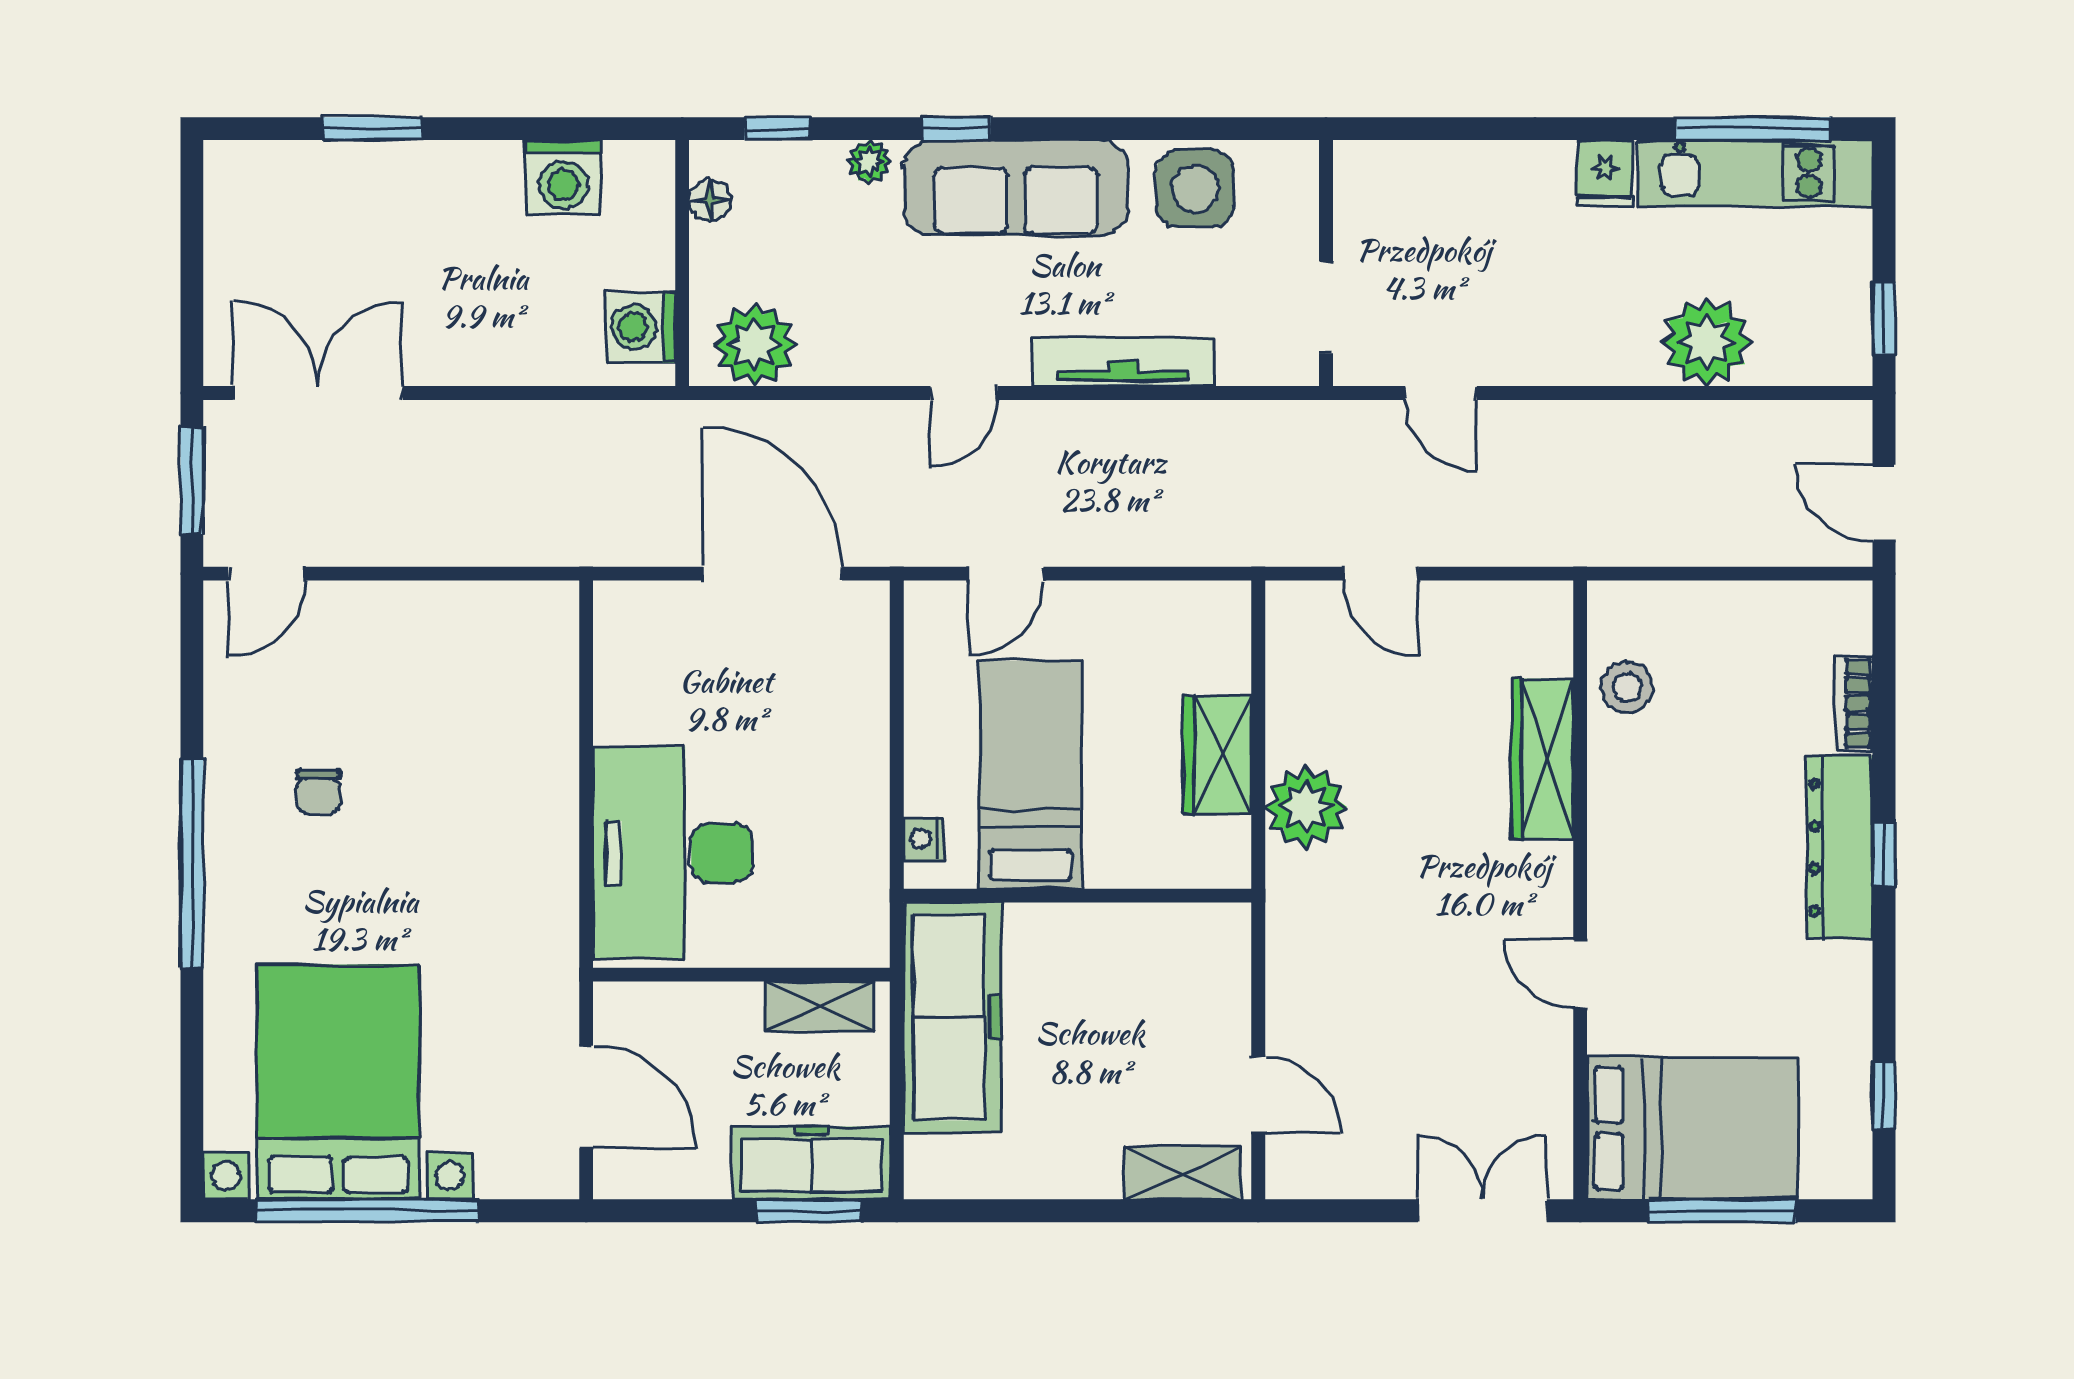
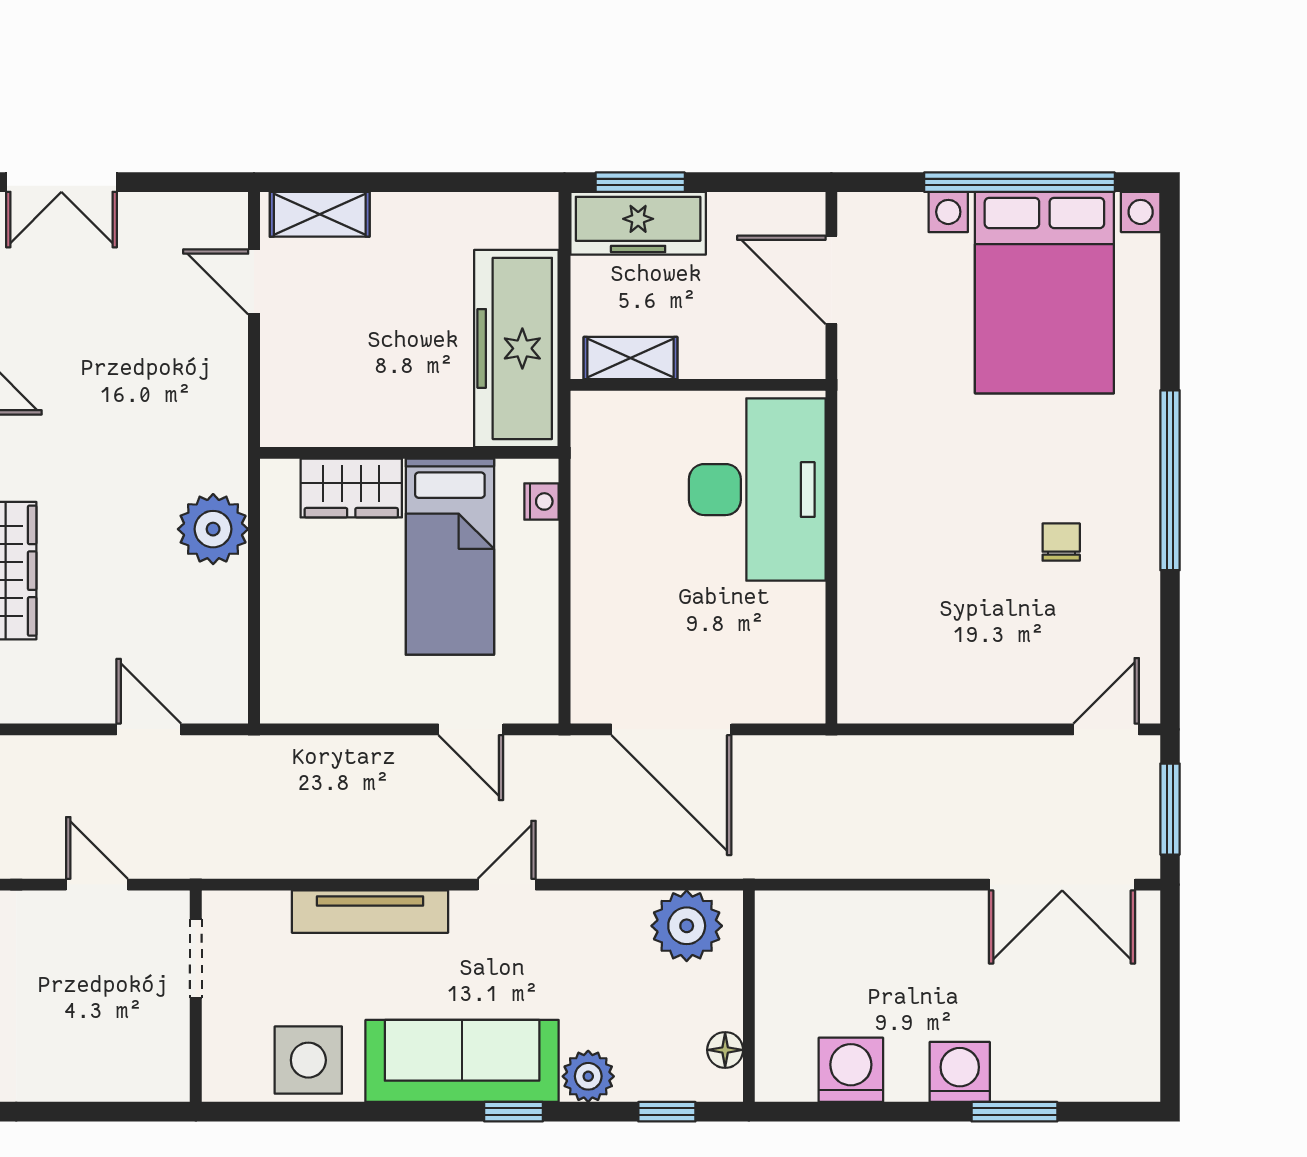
plant: (869, 162) -> (588, 1076), width x1.38, depth x1.38
washing machine: (640, 327) -> (960, 1072), moved, turned -90
door: (1006, 574) -> (471, 729), swing flipped
wardrobe: (1217, 755) -> (351, 488), moved, turned 90

